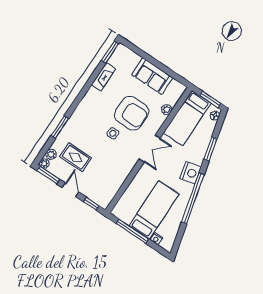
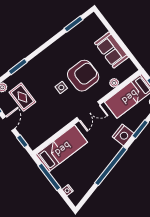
window: (110, 52) -> (74, 24), moved
fireplace: (104, 77) -> (70, 36), removed
armchair: (132, 113) -> (83, 76), turned -90
nightstand: (191, 173) -> (123, 135), moved
bed: (154, 210) -> (62, 148), moved

